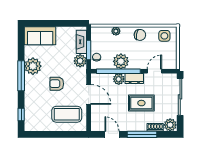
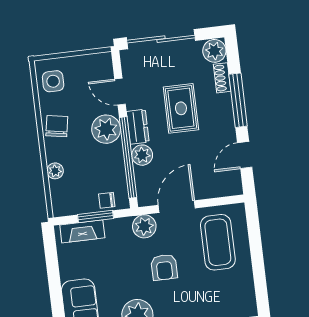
plant: (80, 61) -> (144, 226), moved
plant: (121, 61) -> (106, 129), moved

